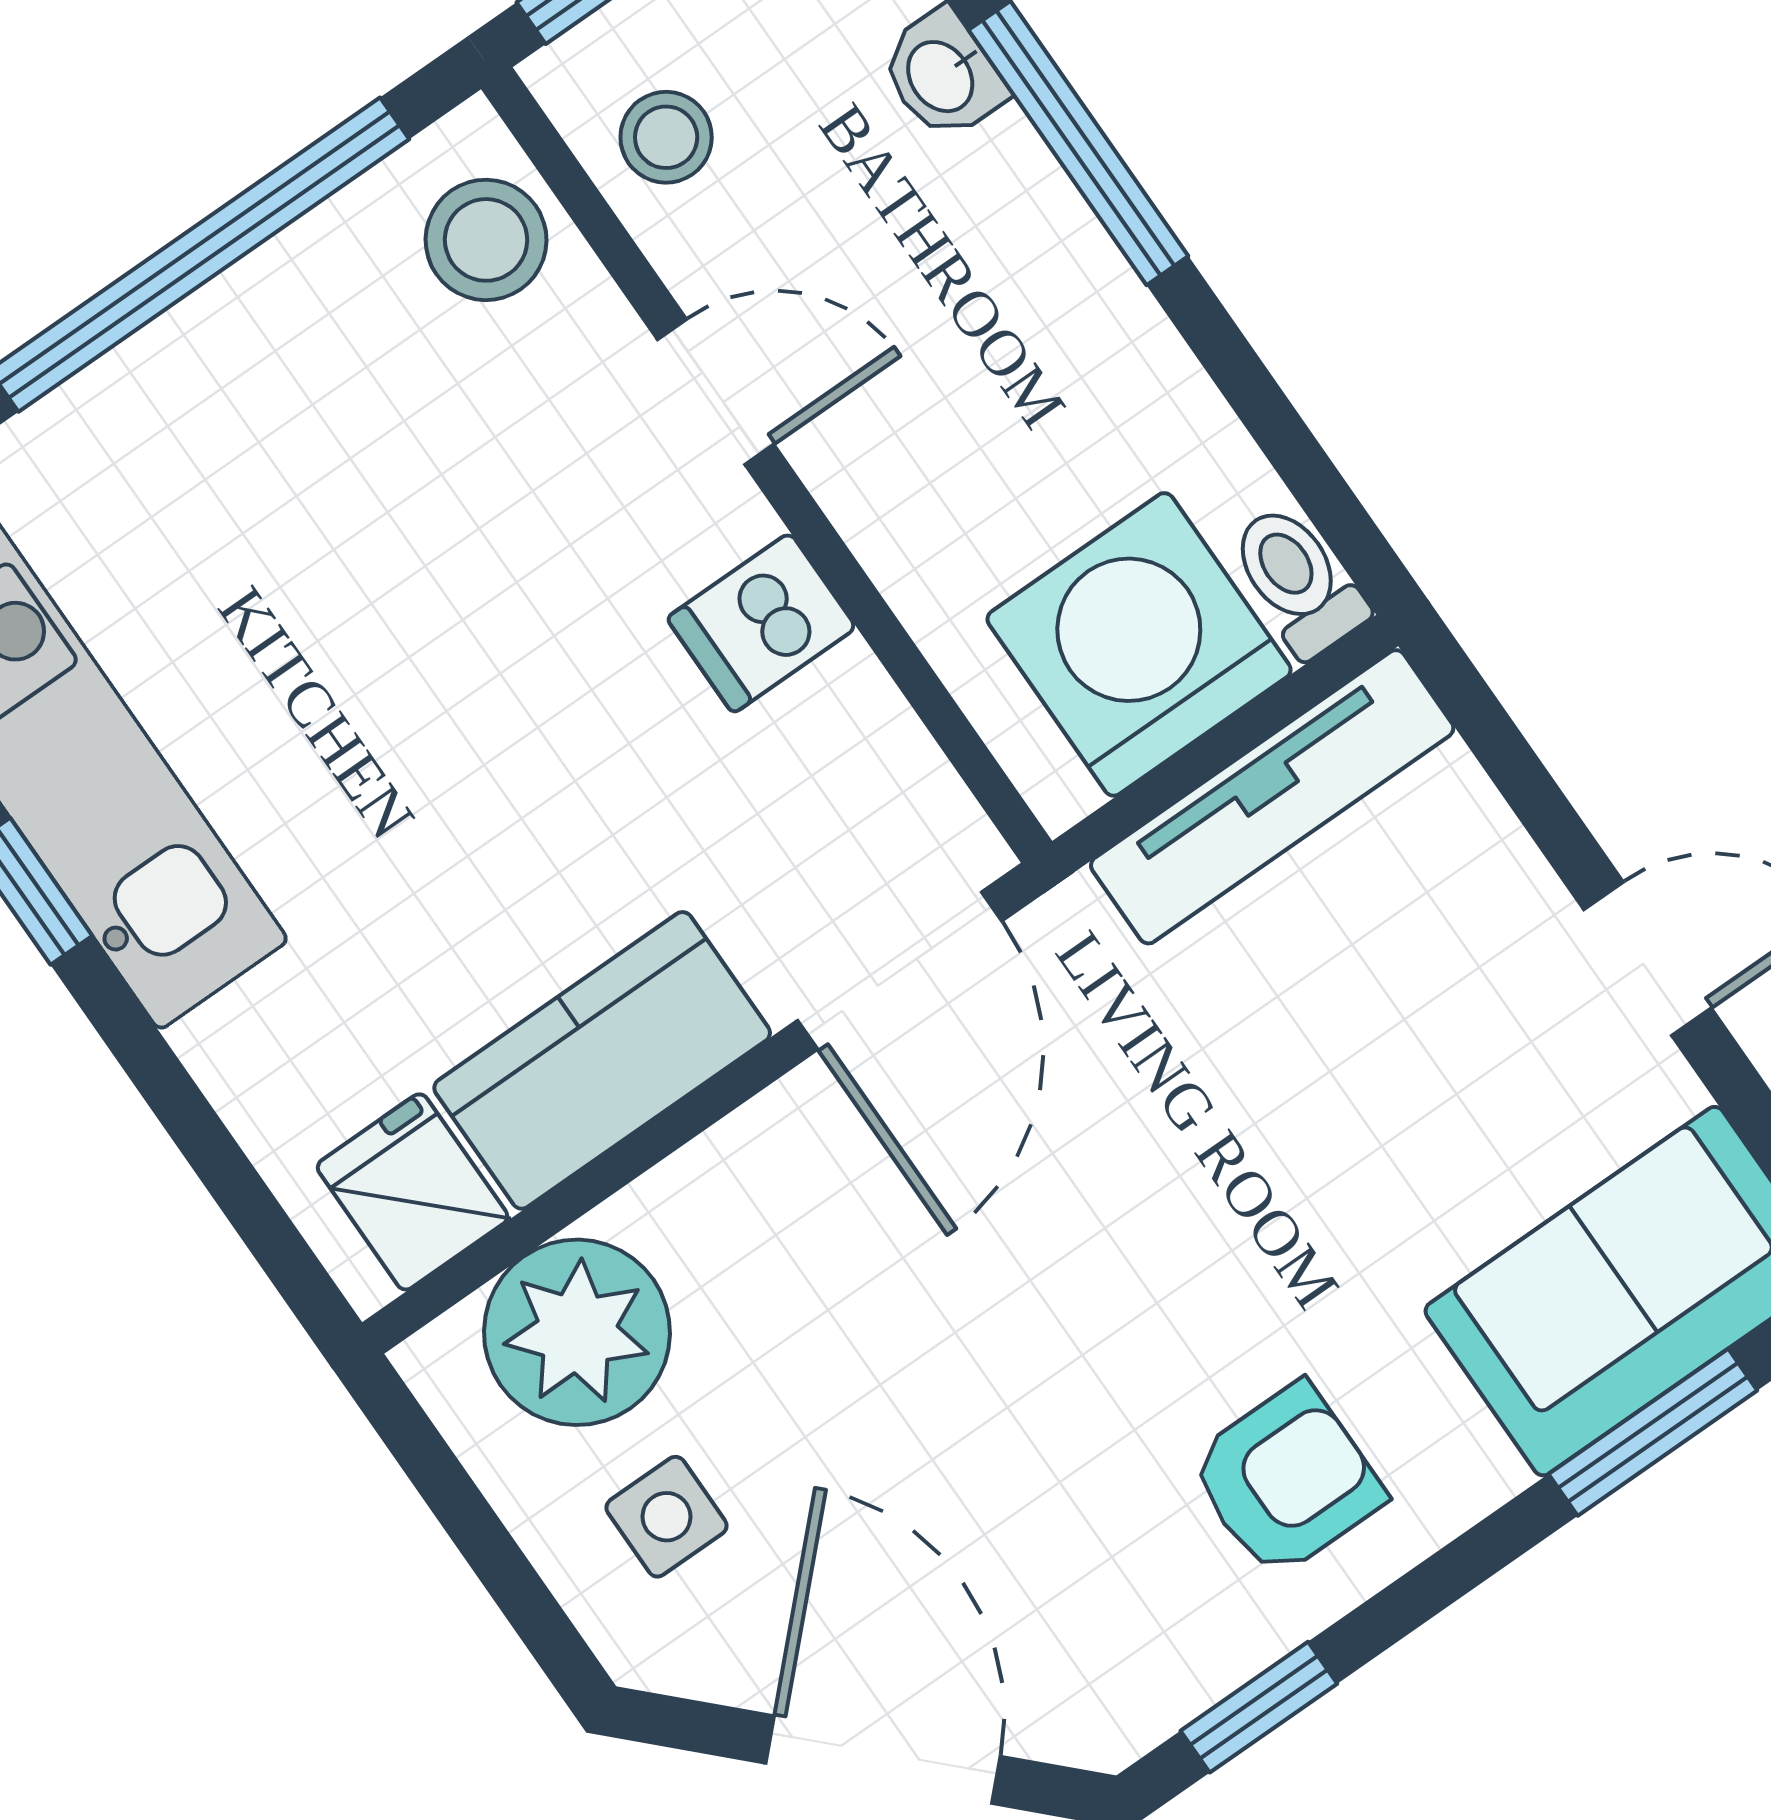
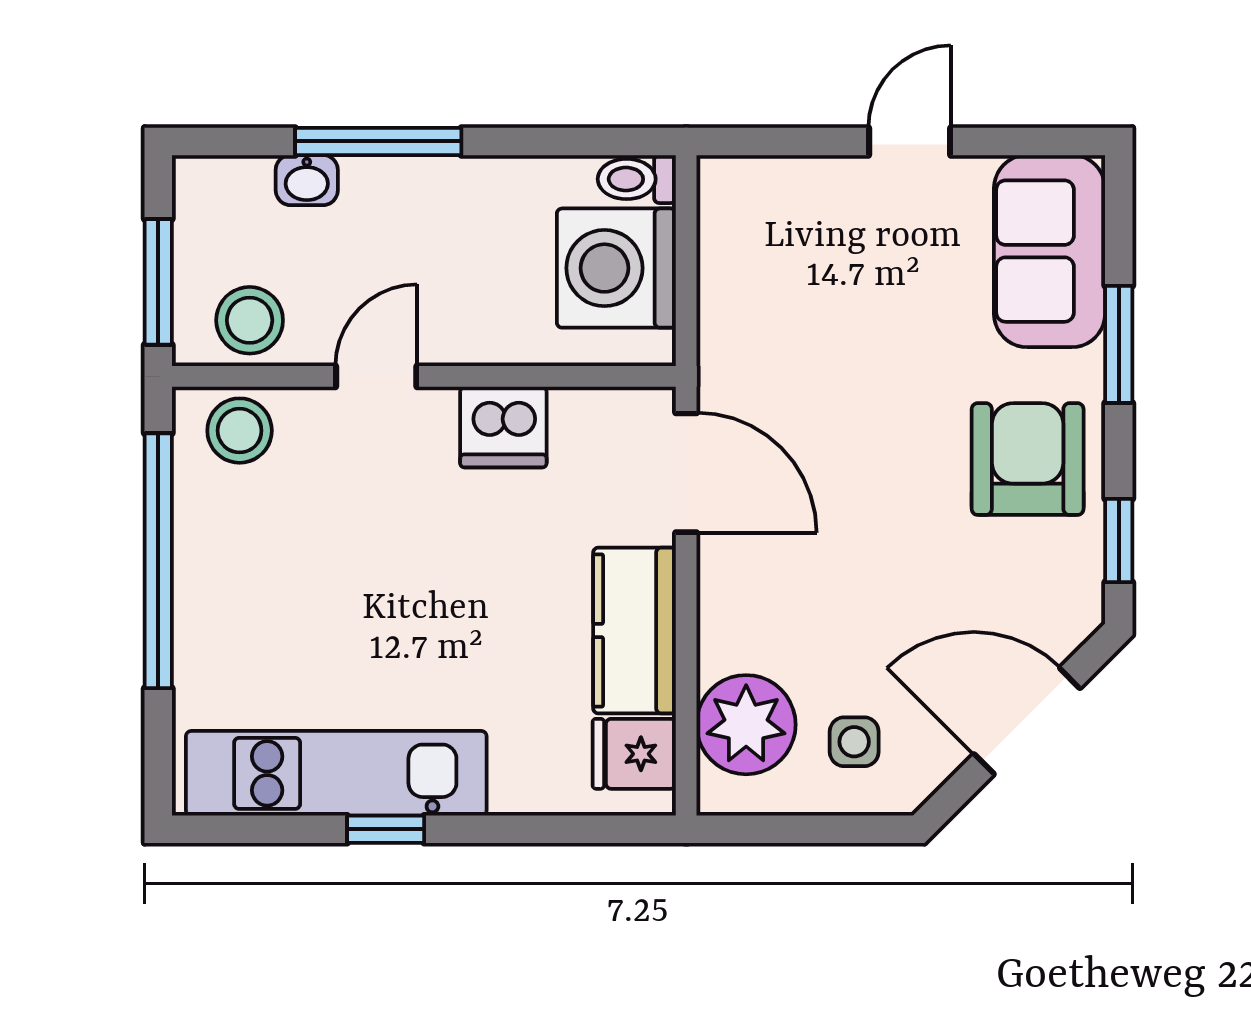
stool: (666, 137) -> (250, 320), width x1.37, depth x1.37
dishwasher: (761, 623) -> (503, 427), width x1.38
tv unit: (1272, 797) -> (724, 256), removed
window: (1653, 1432) -> (1119, 344), moved
armchair: (1286, 1480) -> (1028, 459), width x1.38, depth x1.38

